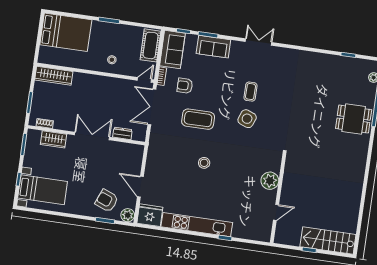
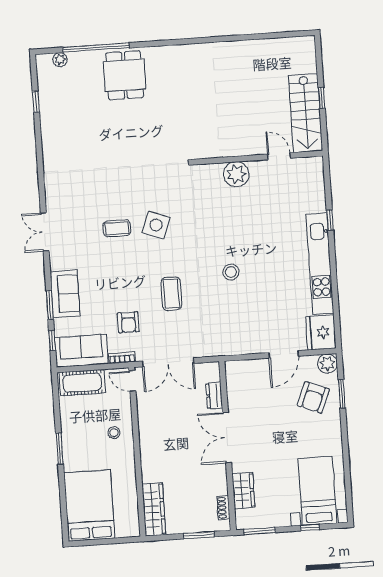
coffee table: (198, 119) -> (171, 294), width x0.73, depth x0.76
stairs: (328, 241) -> (305, 113), moved

